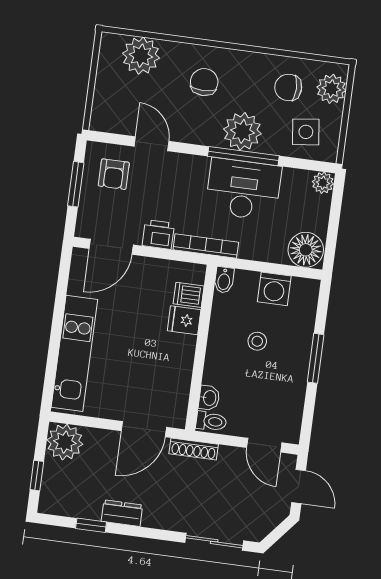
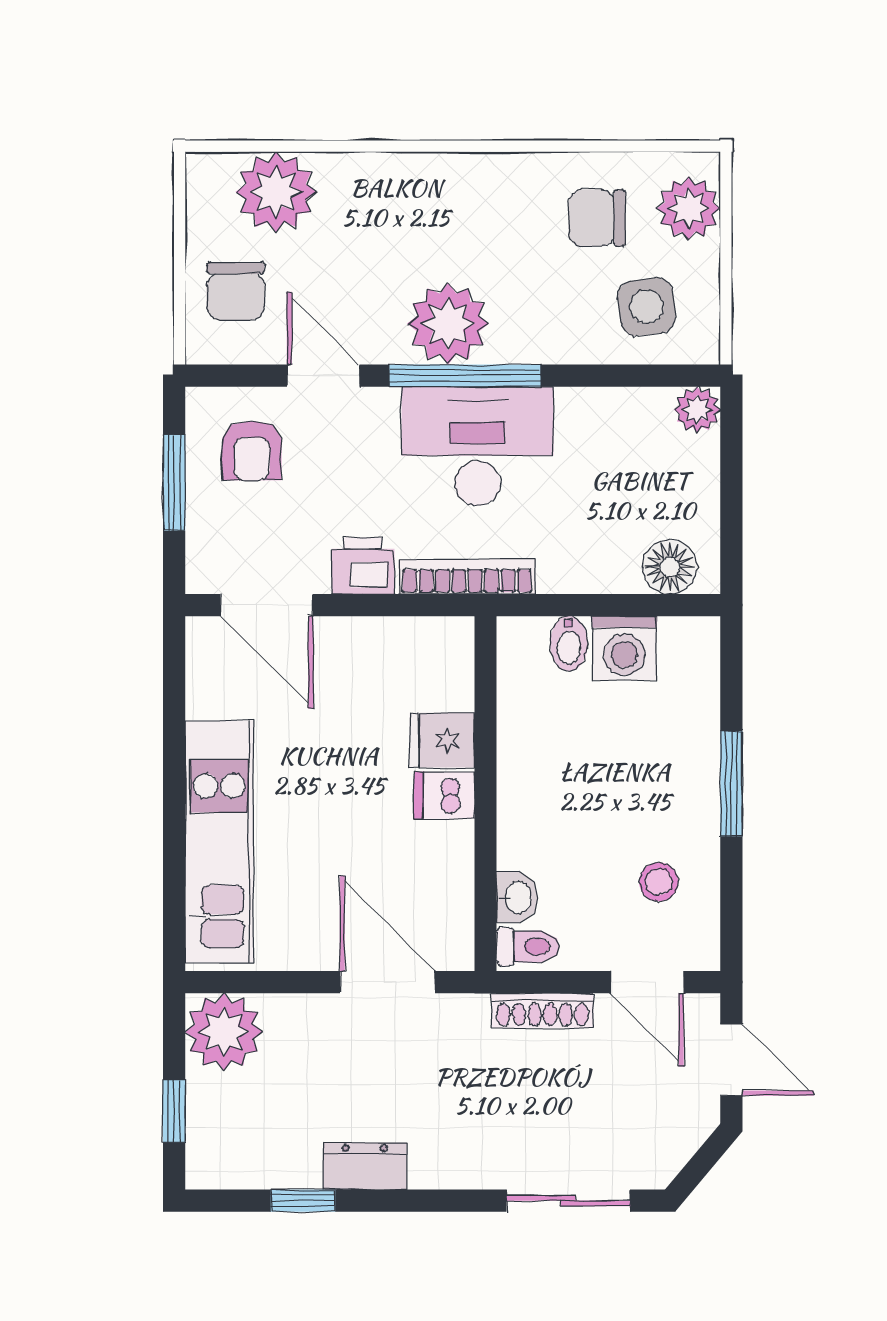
chair: (204, 82) -> (235, 291), moved, turned 180
plant: (242, 131) -> (448, 324), moved
window: (243, 156) -> (465, 376), moved
desk: (243, 189) -> (477, 446), moved
door: (111, 247) -> (267, 605), hinge flipped
floor lamp: (306, 250) -> (670, 567), width x0.73, depth x0.73
bidet: (224, 280) -> (569, 644), moved
dishwasher: (189, 295) -> (444, 795), moved
stool: (257, 341) -> (659, 882), moved
door: (144, 429) -> (387, 982), swing flipped
shoe rack: (194, 449) -> (542, 1010), moved

